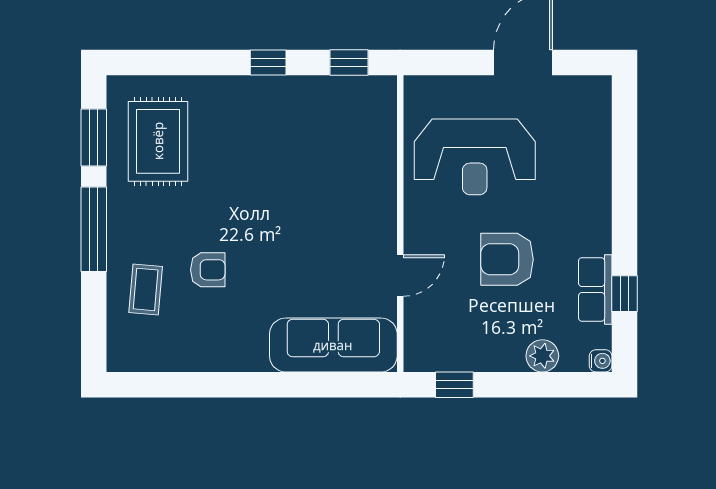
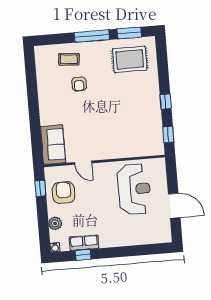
reception desk: (475, 157) -> (134, 189), turned 180
armchair: (507, 259) -> (64, 193), moved
sofa: (333, 345) -> (53, 145), width x0.73

